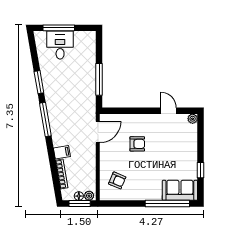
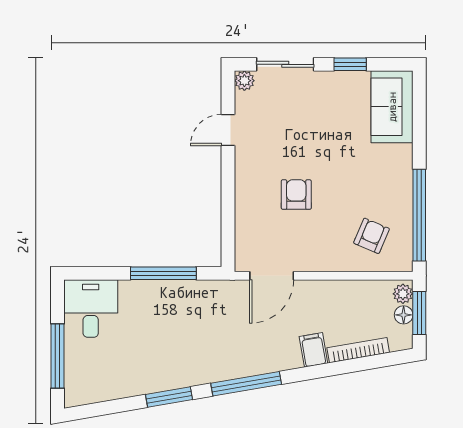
desk: (60, 45) -> (91, 308), moved, turned 90
door: (98, 132) -> (272, 276), swing flipped
sliding door: (201, 139) -> (285, 64), added
window: (167, 204) -> (419, 215), moved

